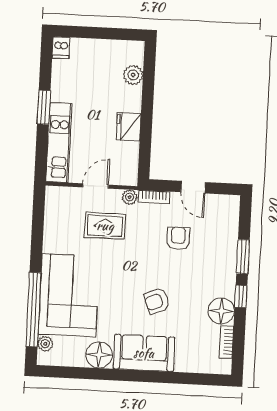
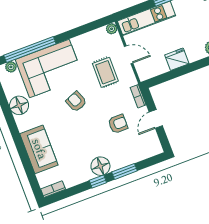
plant: (130, 197) -> (112, 29), moved
armchair: (157, 301) -> (76, 102), moved
floor lamp: (221, 311) -> (100, 166), moved
bookcase: (226, 342) -> (53, 189), moved
sofa: (144, 353) -> (39, 149), moved

